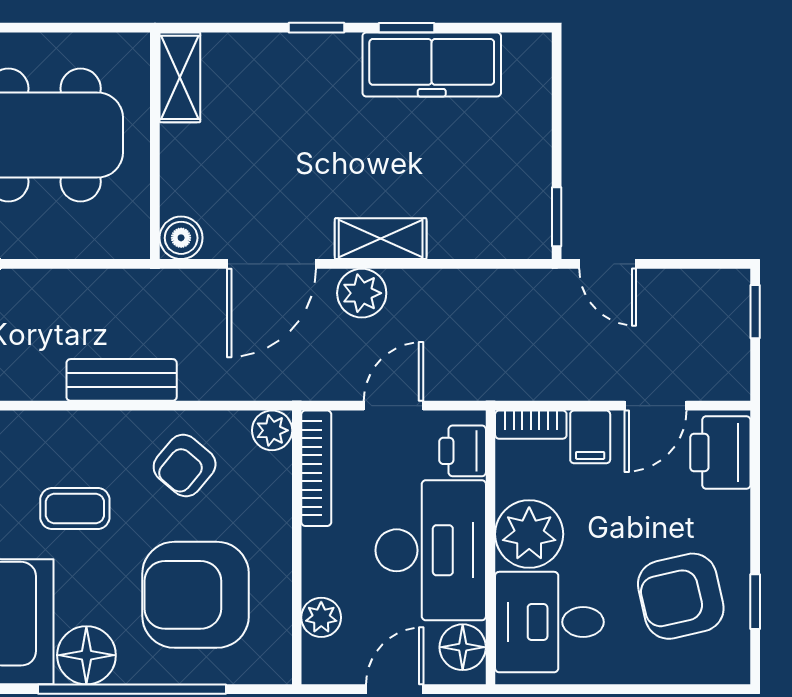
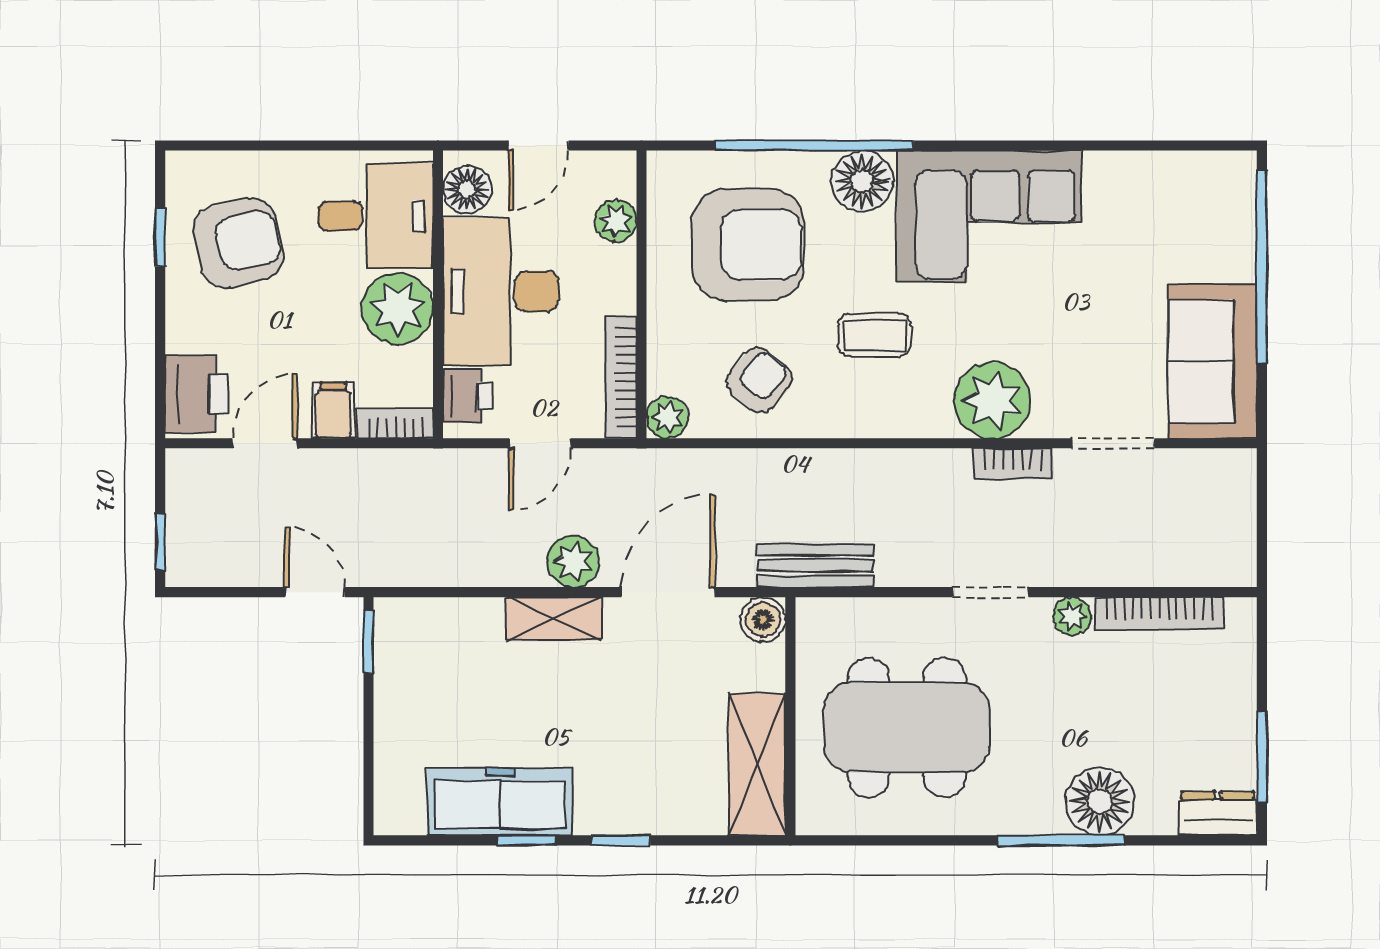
shelving: (180, 77) -> (757, 764), width x1.50, depth x1.33
bench: (122, 380) -> (815, 565), moved

